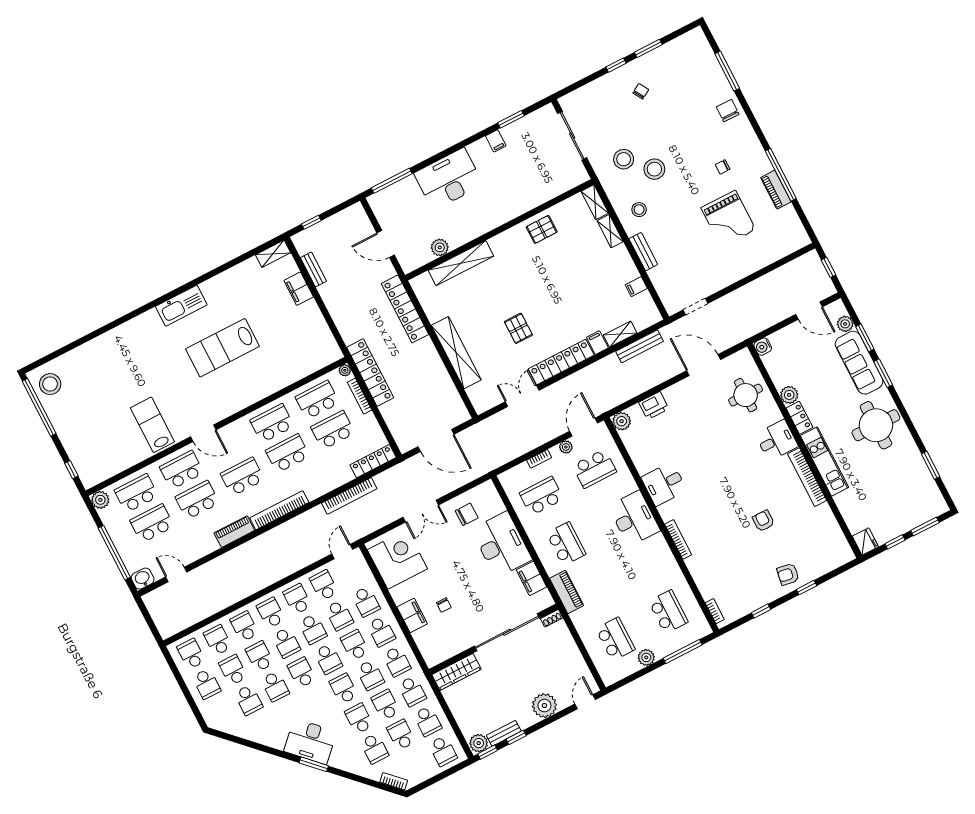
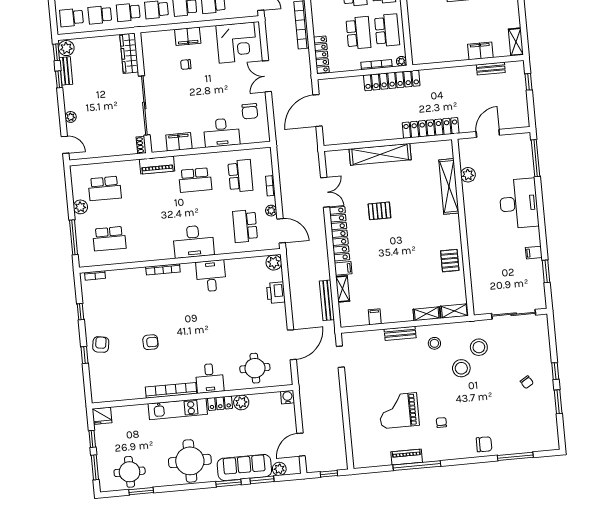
round table: (915, 486) -> (130, 472), added
desk: (502, 545) -> (222, 133), width x0.73, depth x0.77
plant: (544, 706) -> (71, 117), width x0.53, depth x0.53

